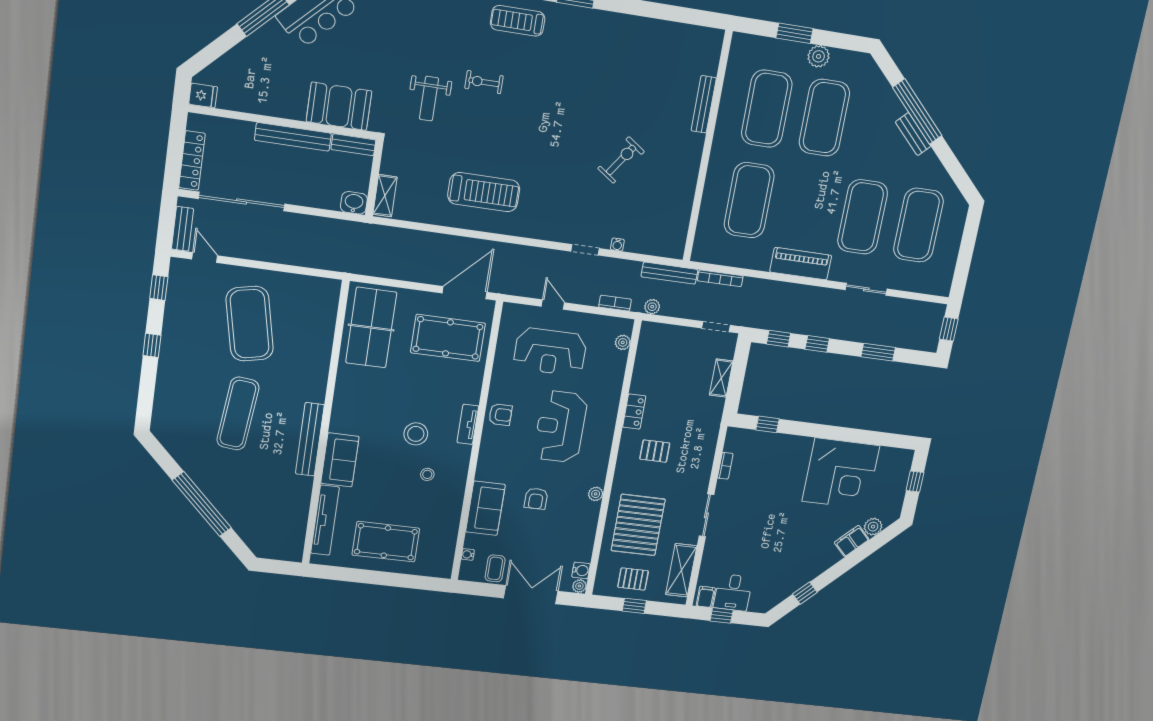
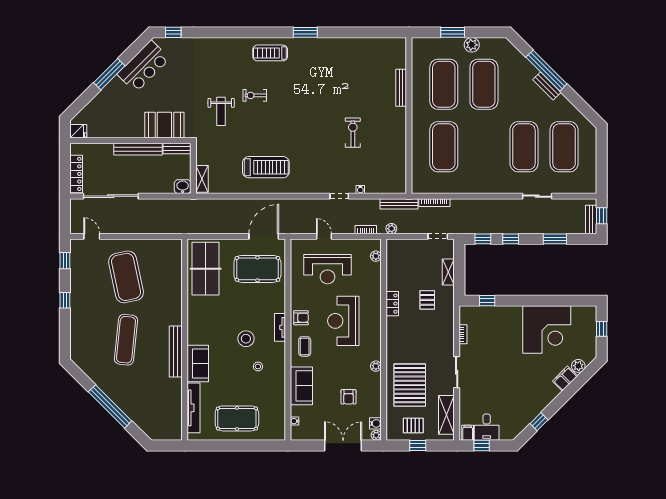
exercise bike: (621, 160) -> (353, 133), turned -35
bench: (183, 229) -> (591, 219), moved
piano: (801, 264) -> (488, 185), removed
pallet: (655, 451) -> (427, 300), moved, turned 90
armchair: (536, 499) -> (349, 397), moved
coffee table: (495, 568) -> (305, 346), moved

